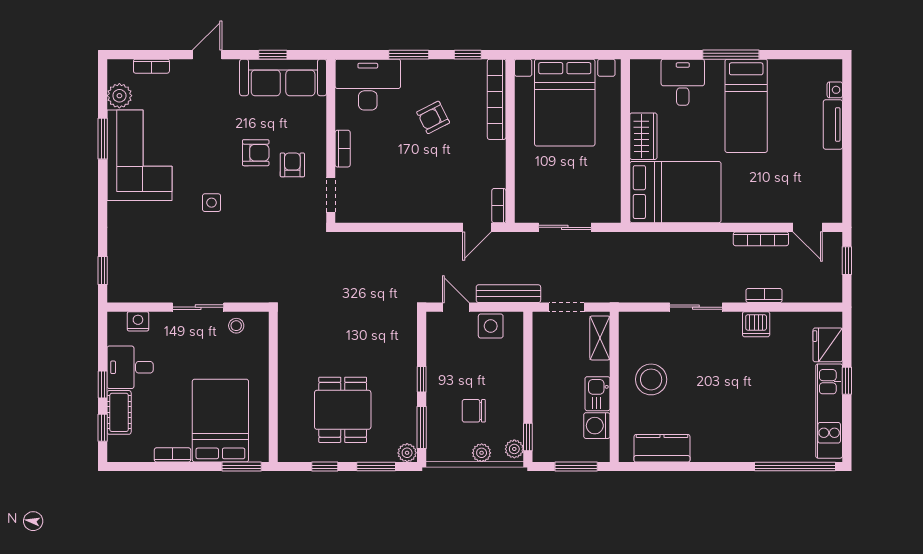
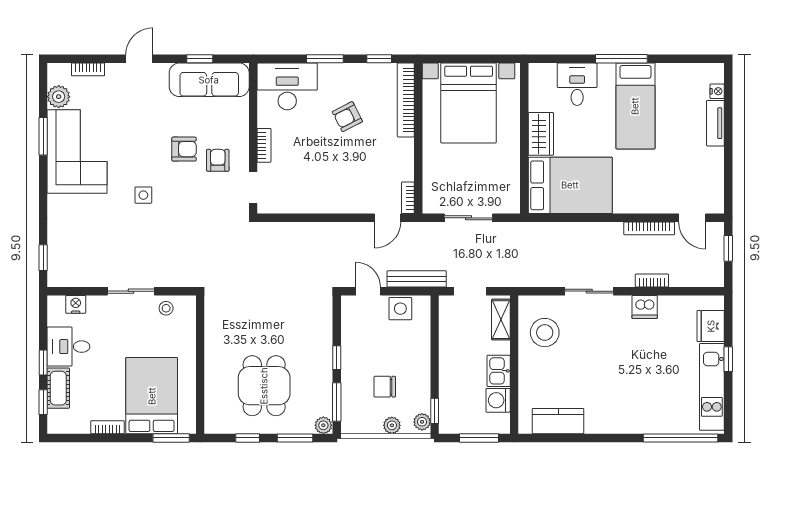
stool: (651, 379) -> (545, 333), moved

